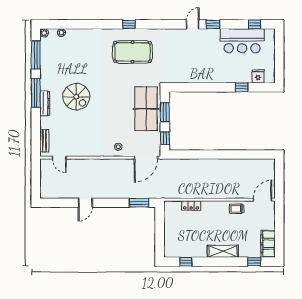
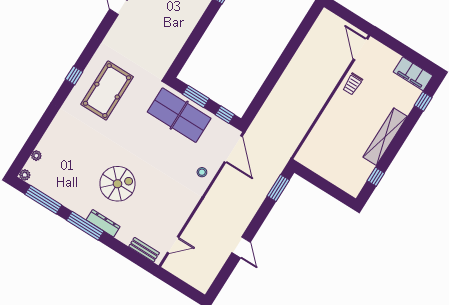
locker: (191, 205) -> (317, 132), removed
shelving: (223, 251) -> (385, 137), width x1.47

